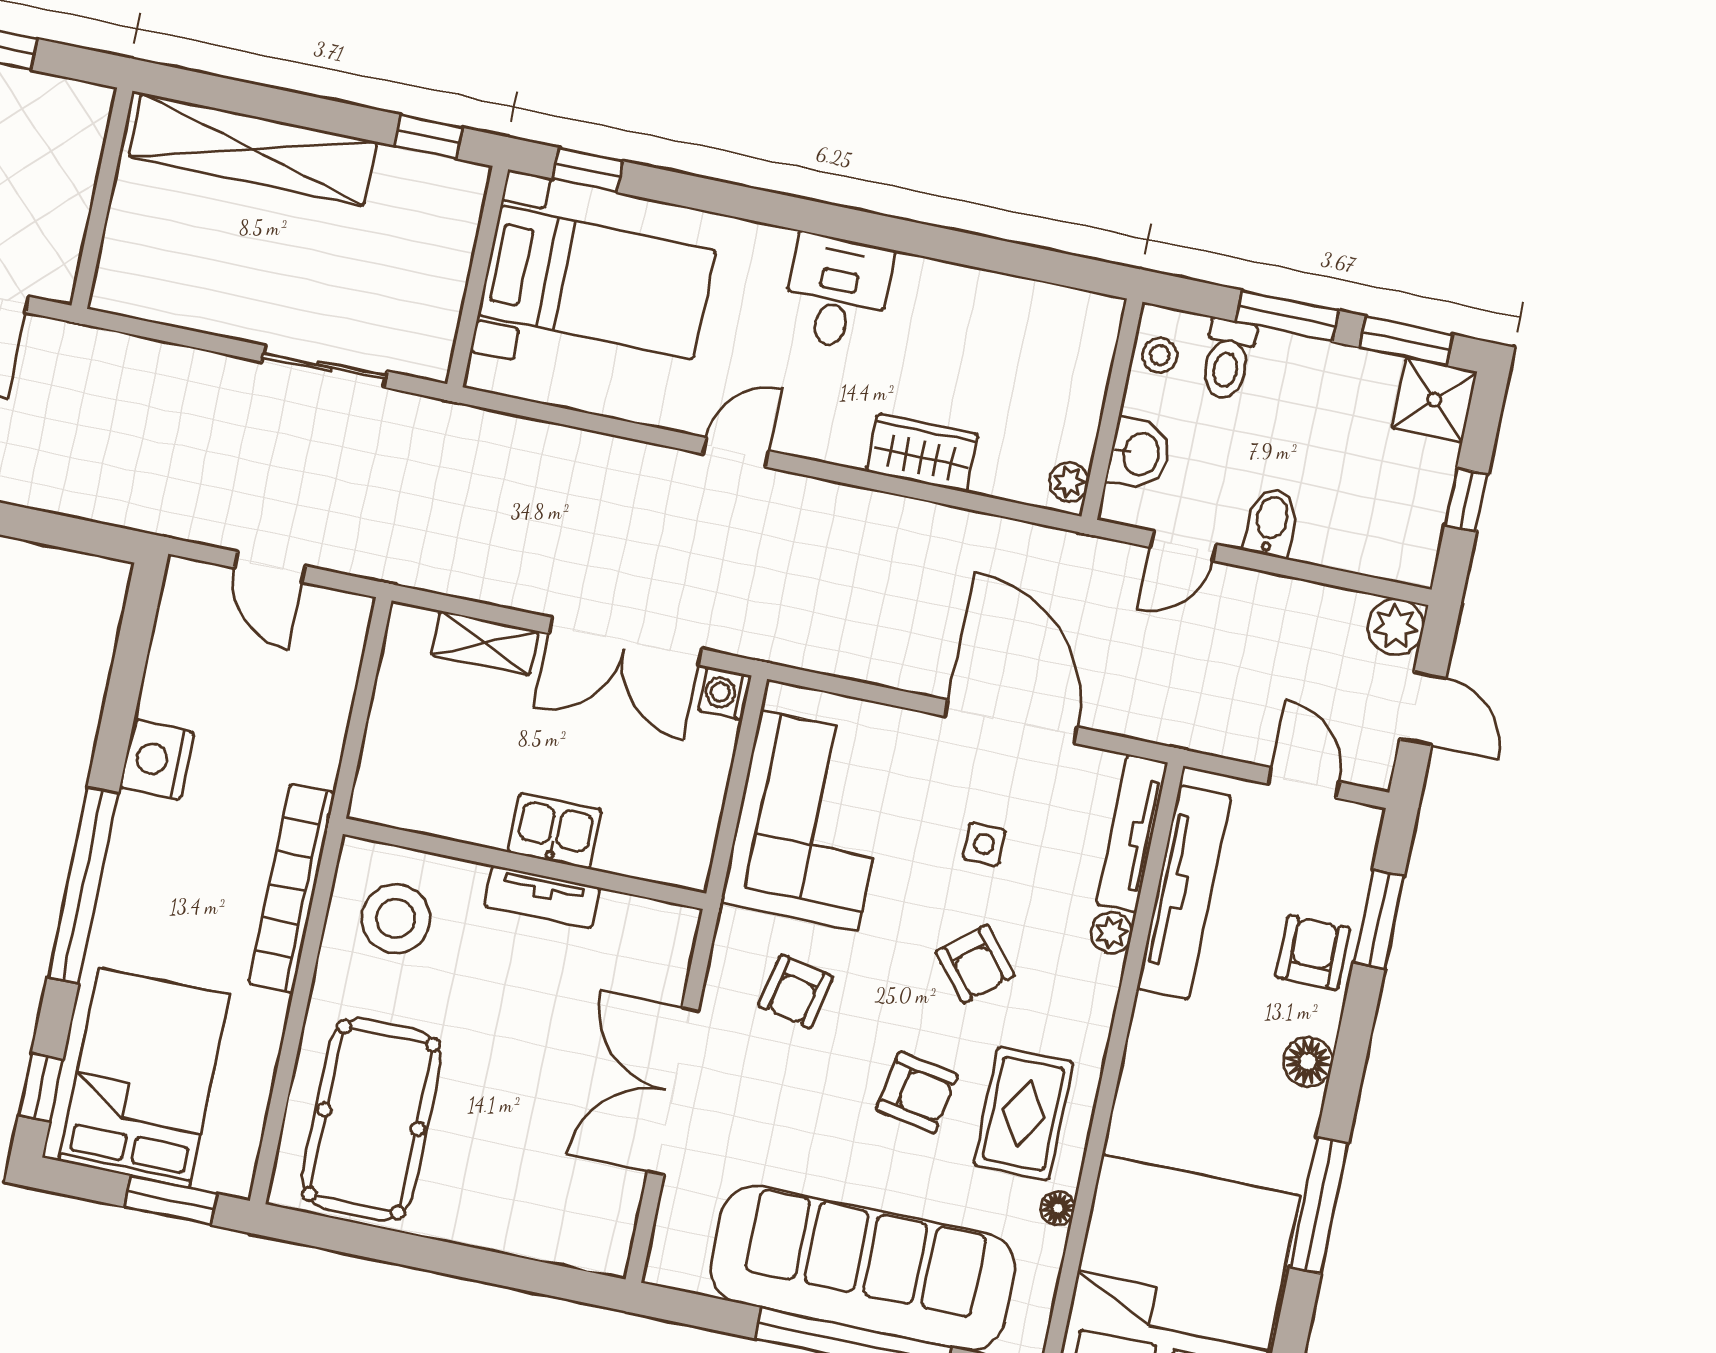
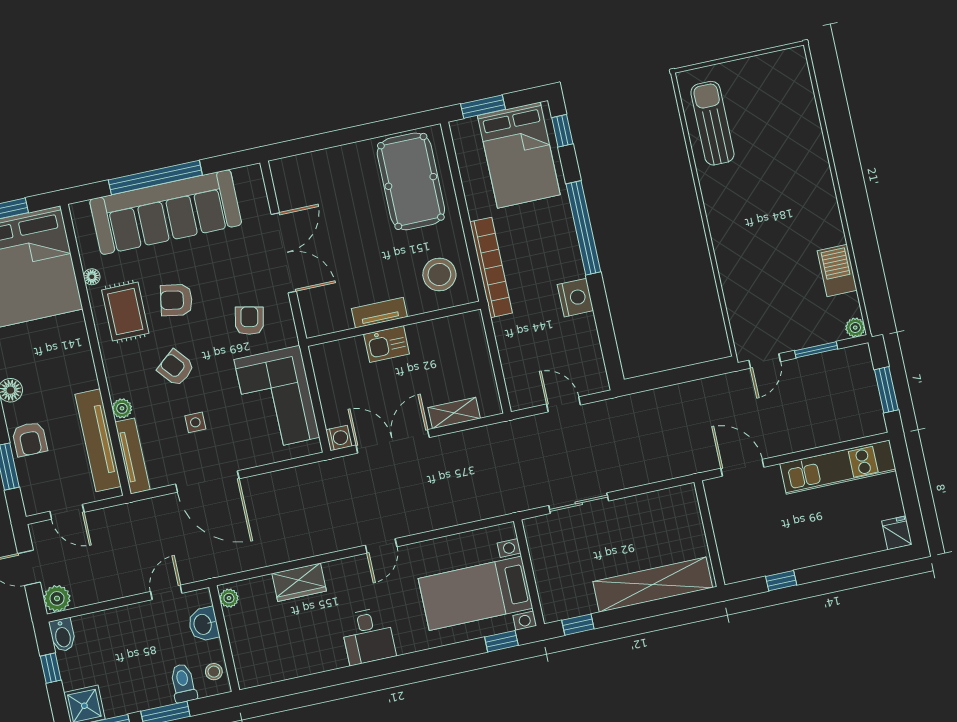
bidet: (1271, 522) -> (63, 635), moved

